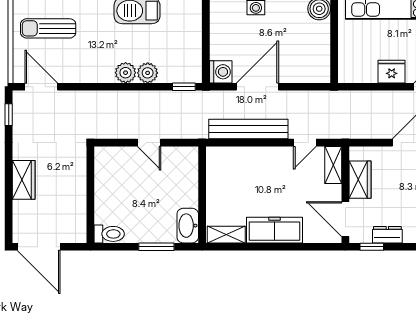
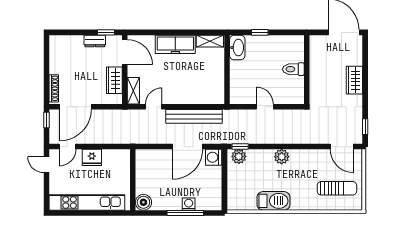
plant: (148, 73) -> (239, 156), moved
toilet: (109, 234) -> (293, 69), moved
window: (156, 247) -> (260, 32), width x0.67

